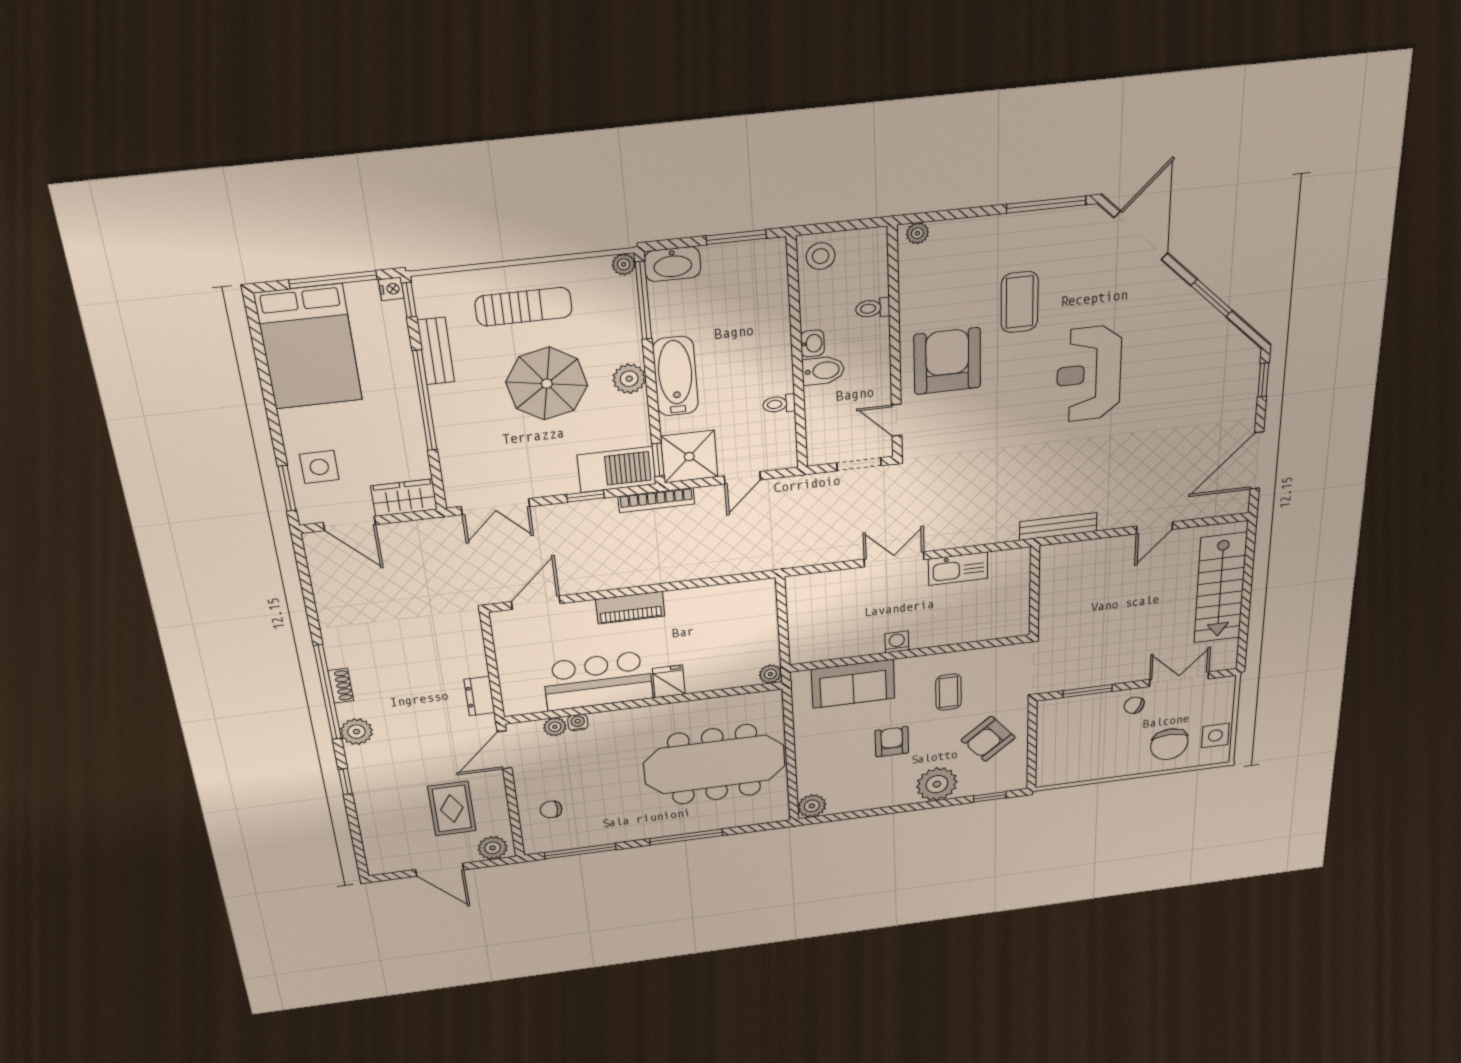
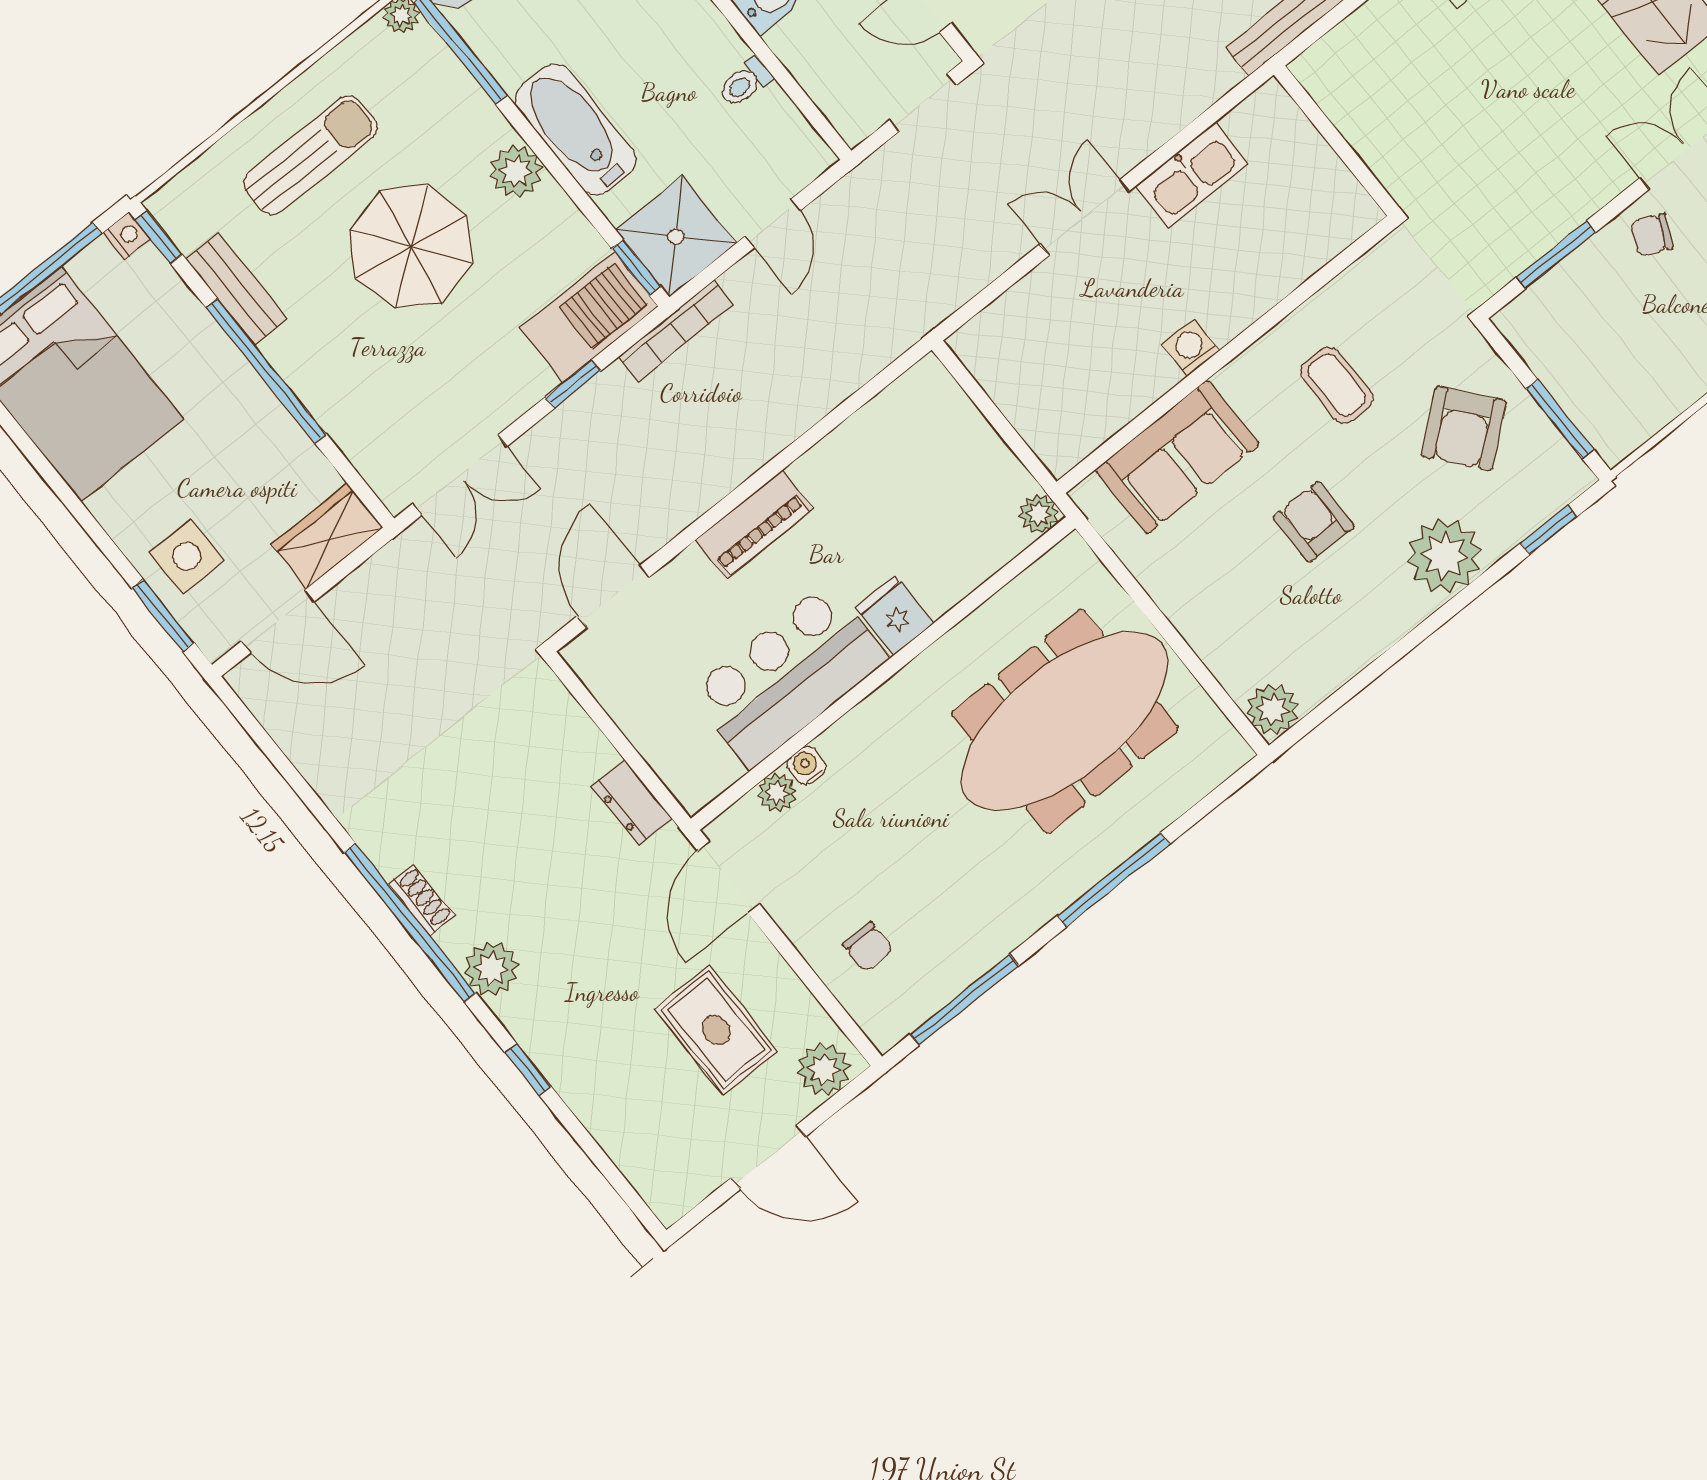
window: (1032, 757) -> (1560, 419), added
chair: (551, 809) -> (868, 947), turned -90

